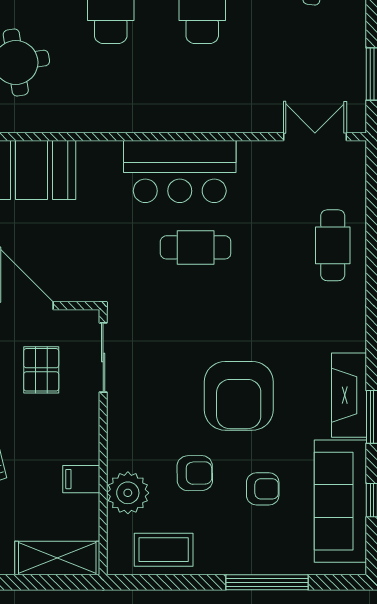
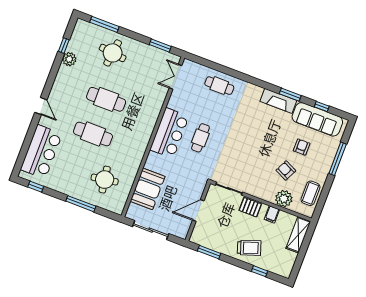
pallet: (41, 370) -> (250, 207), moved
armchair: (239, 396) -> (263, 143), removed
armchair: (195, 473) -> (286, 170), turned -63

